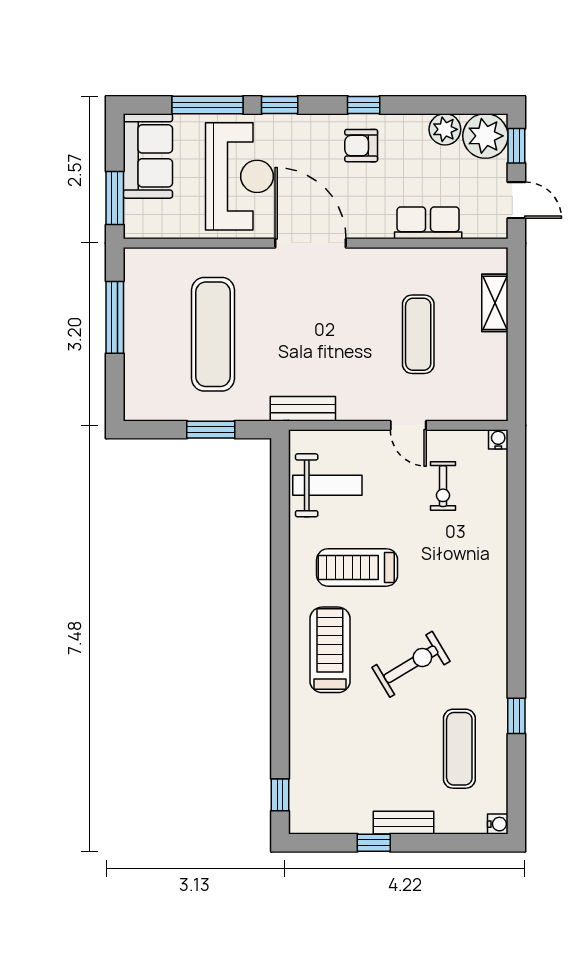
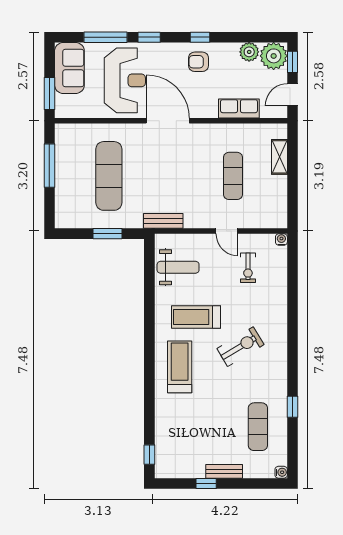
door: (516, 200) -> (292, 95), swing flipped
exercise bike: (411, 664) -> (240, 347), moved

